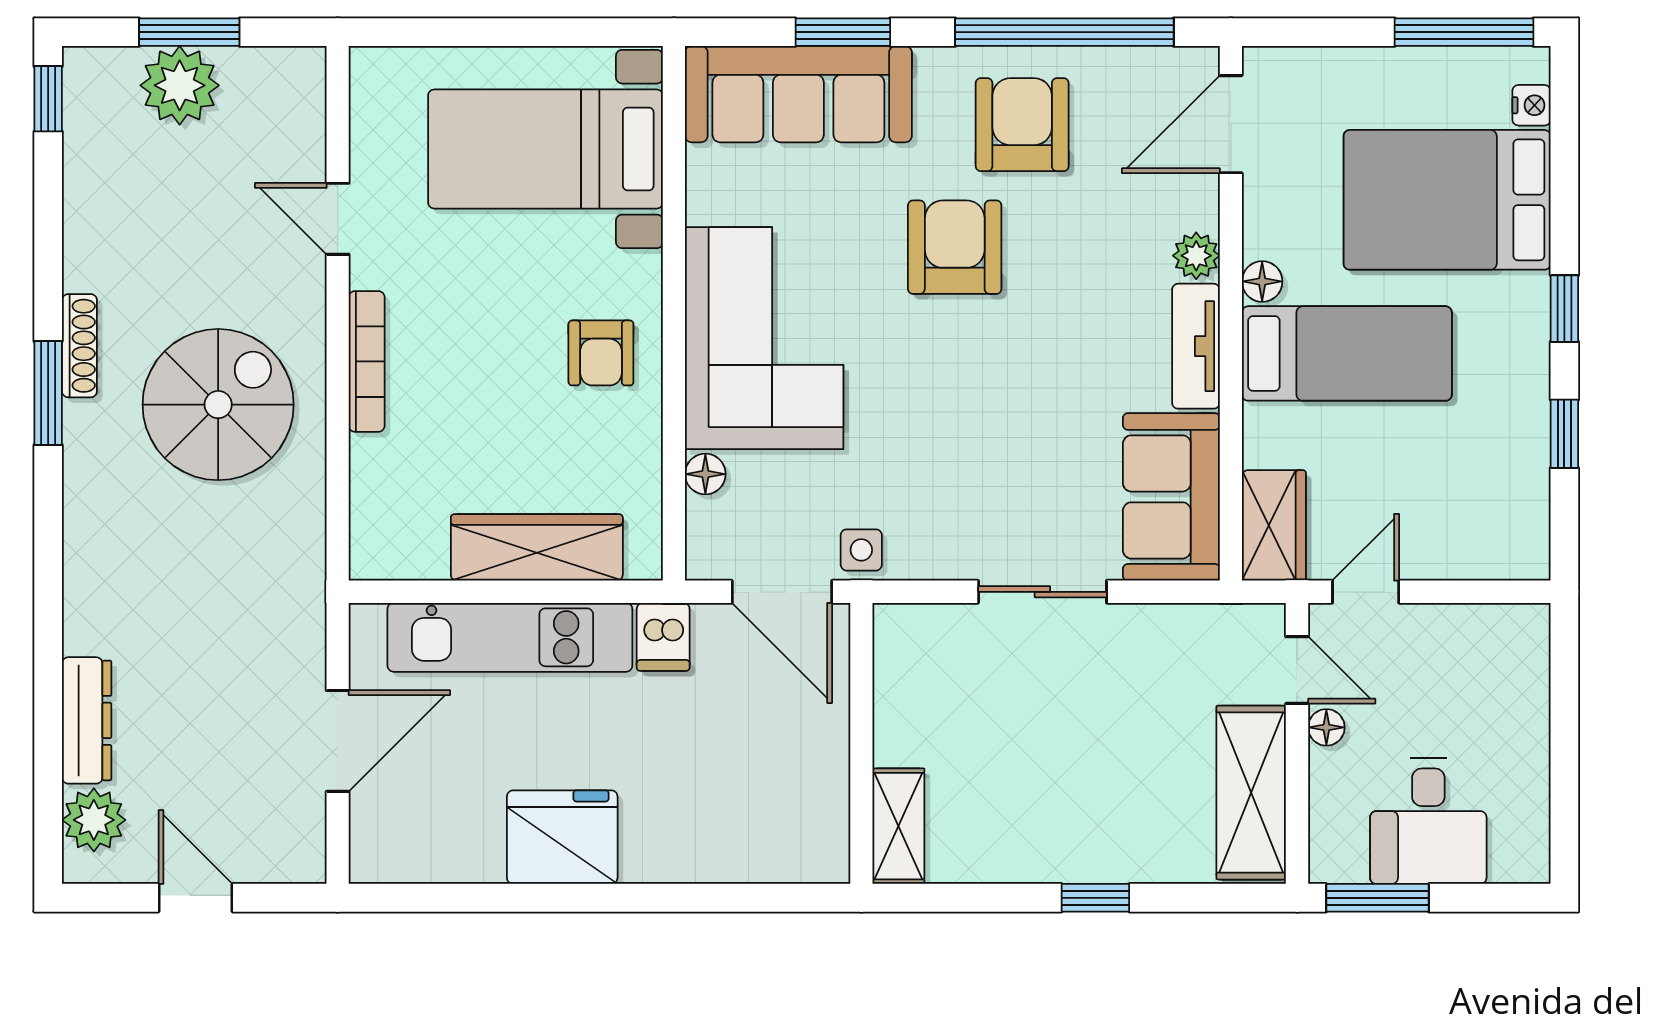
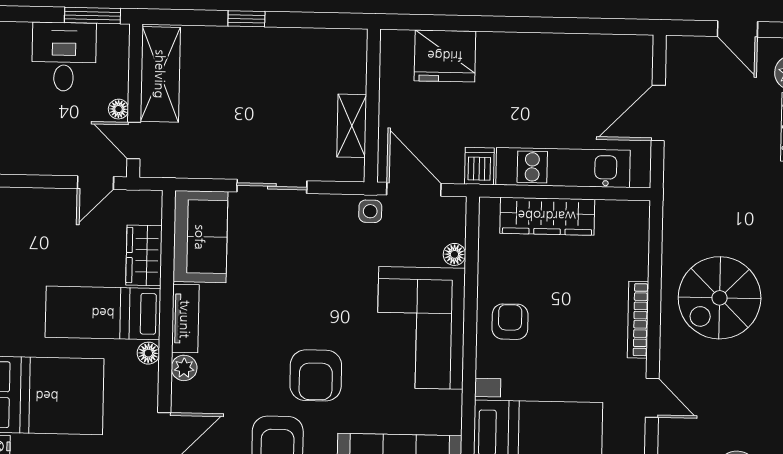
wardrobe: (1274, 525) -> (144, 255), moved
shelving: (898, 826) -> (352, 126), moved
fridge: (562, 837) -> (445, 56), moved

